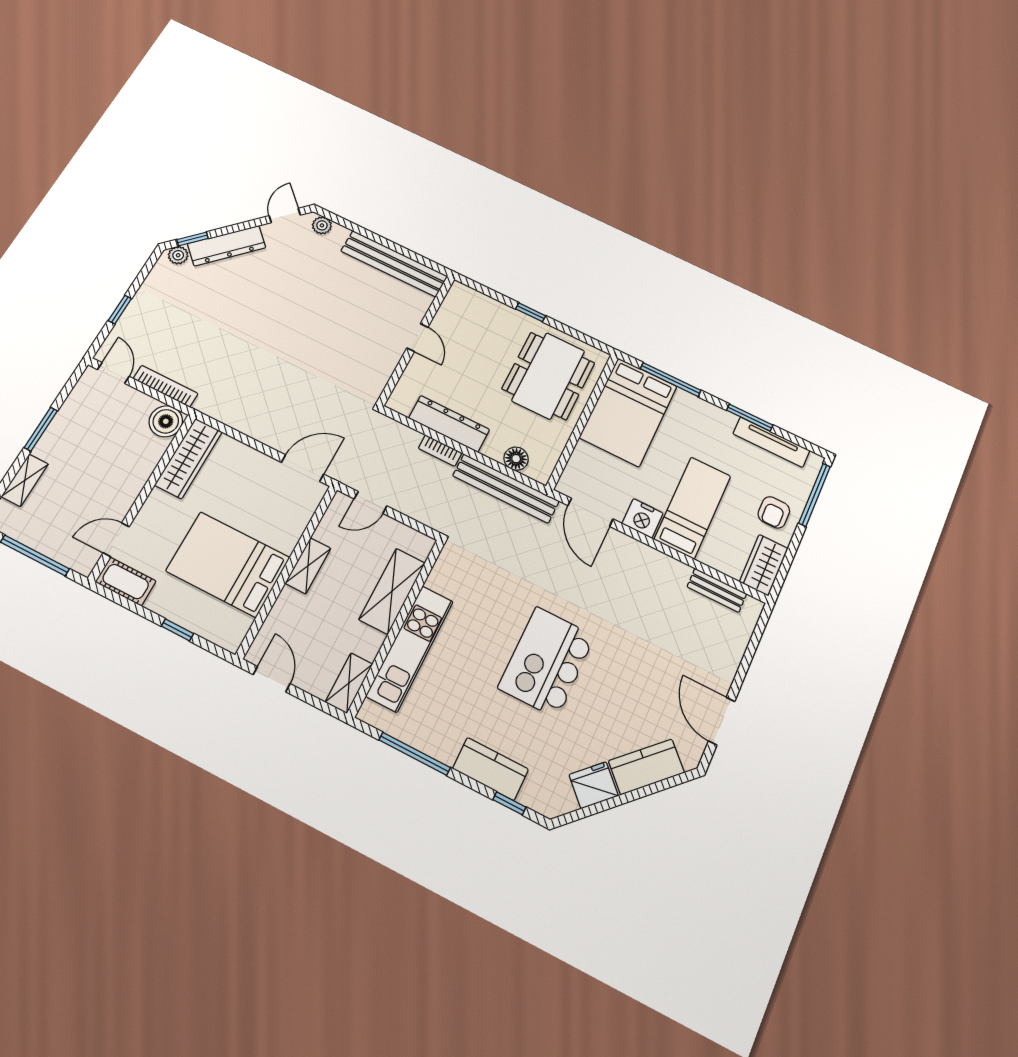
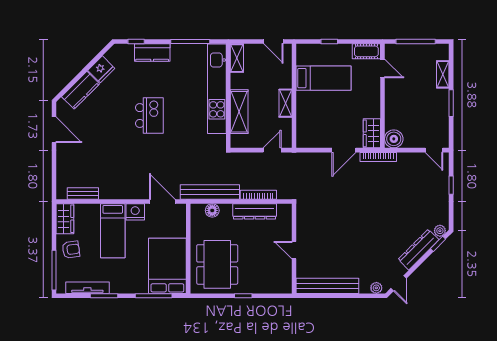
bookcase: (166, 386) -> (378, 157), moved
bookcase: (440, 451) -> (258, 195), width x1.56
wardrobe: (189, 458) -> (372, 133), width x0.67
door: (303, 468) -> (344, 150), moved
armchair: (774, 512) -> (71, 250), turned 82
door: (116, 540) -> (383, 69), hinge flipped
bed: (228, 564) -> (324, 78), width x0.67
kitchen unit: (410, 648) -> (217, 89), width x1.36
kitchen island: (547, 662) -> (149, 116), width x0.73, depth x0.78

